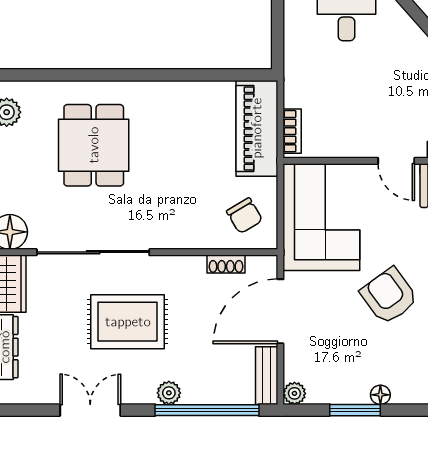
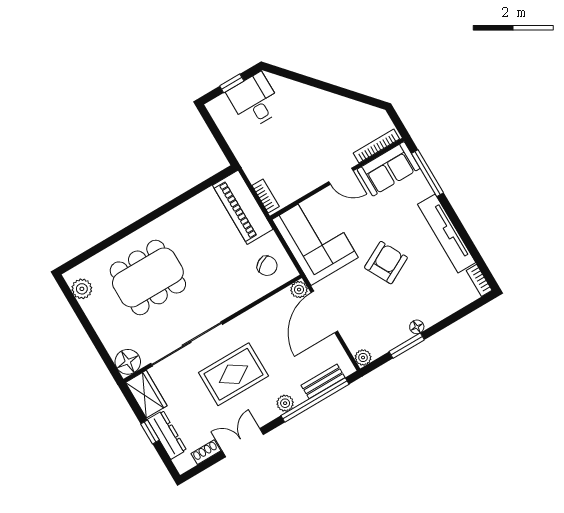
dining table: (94, 145) -> (148, 277), width x1.38
shoe rack: (226, 264) -> (206, 452), moved, turned 180
plant: (266, 267) -> (299, 290), added
armchair: (389, 296) -> (386, 263), turned 98
bench: (267, 376) -> (323, 381), moved, turned 90

